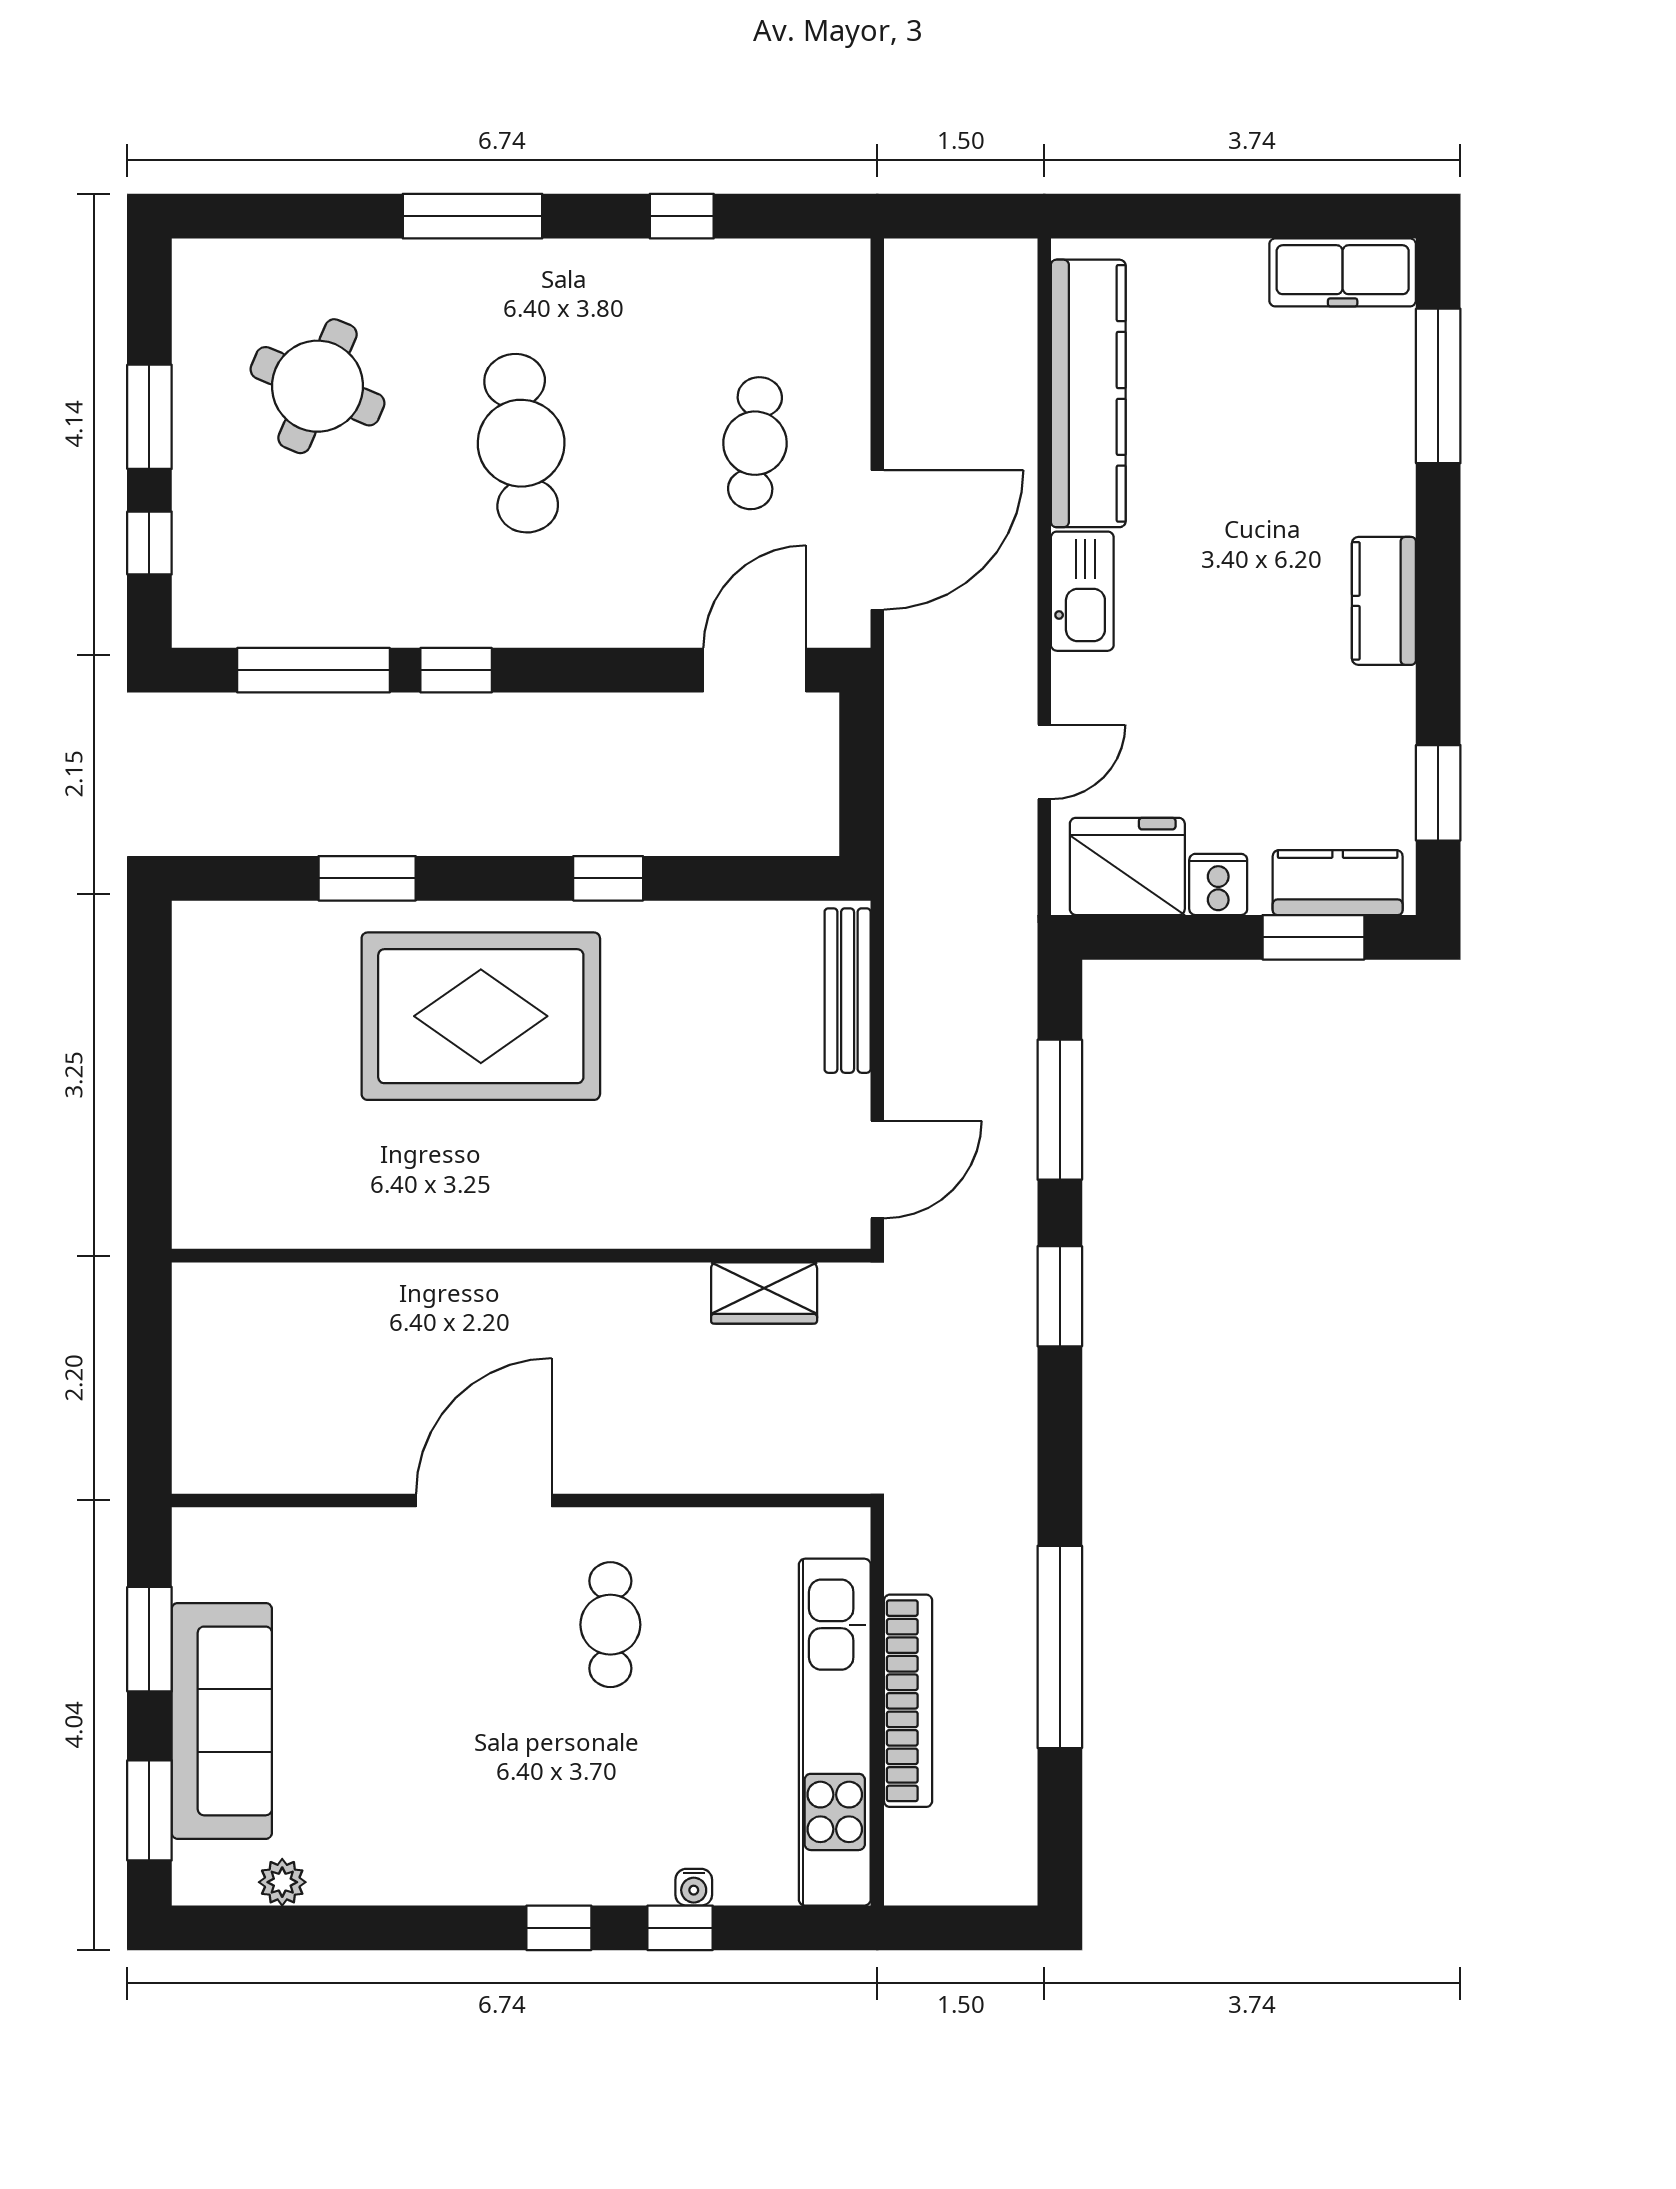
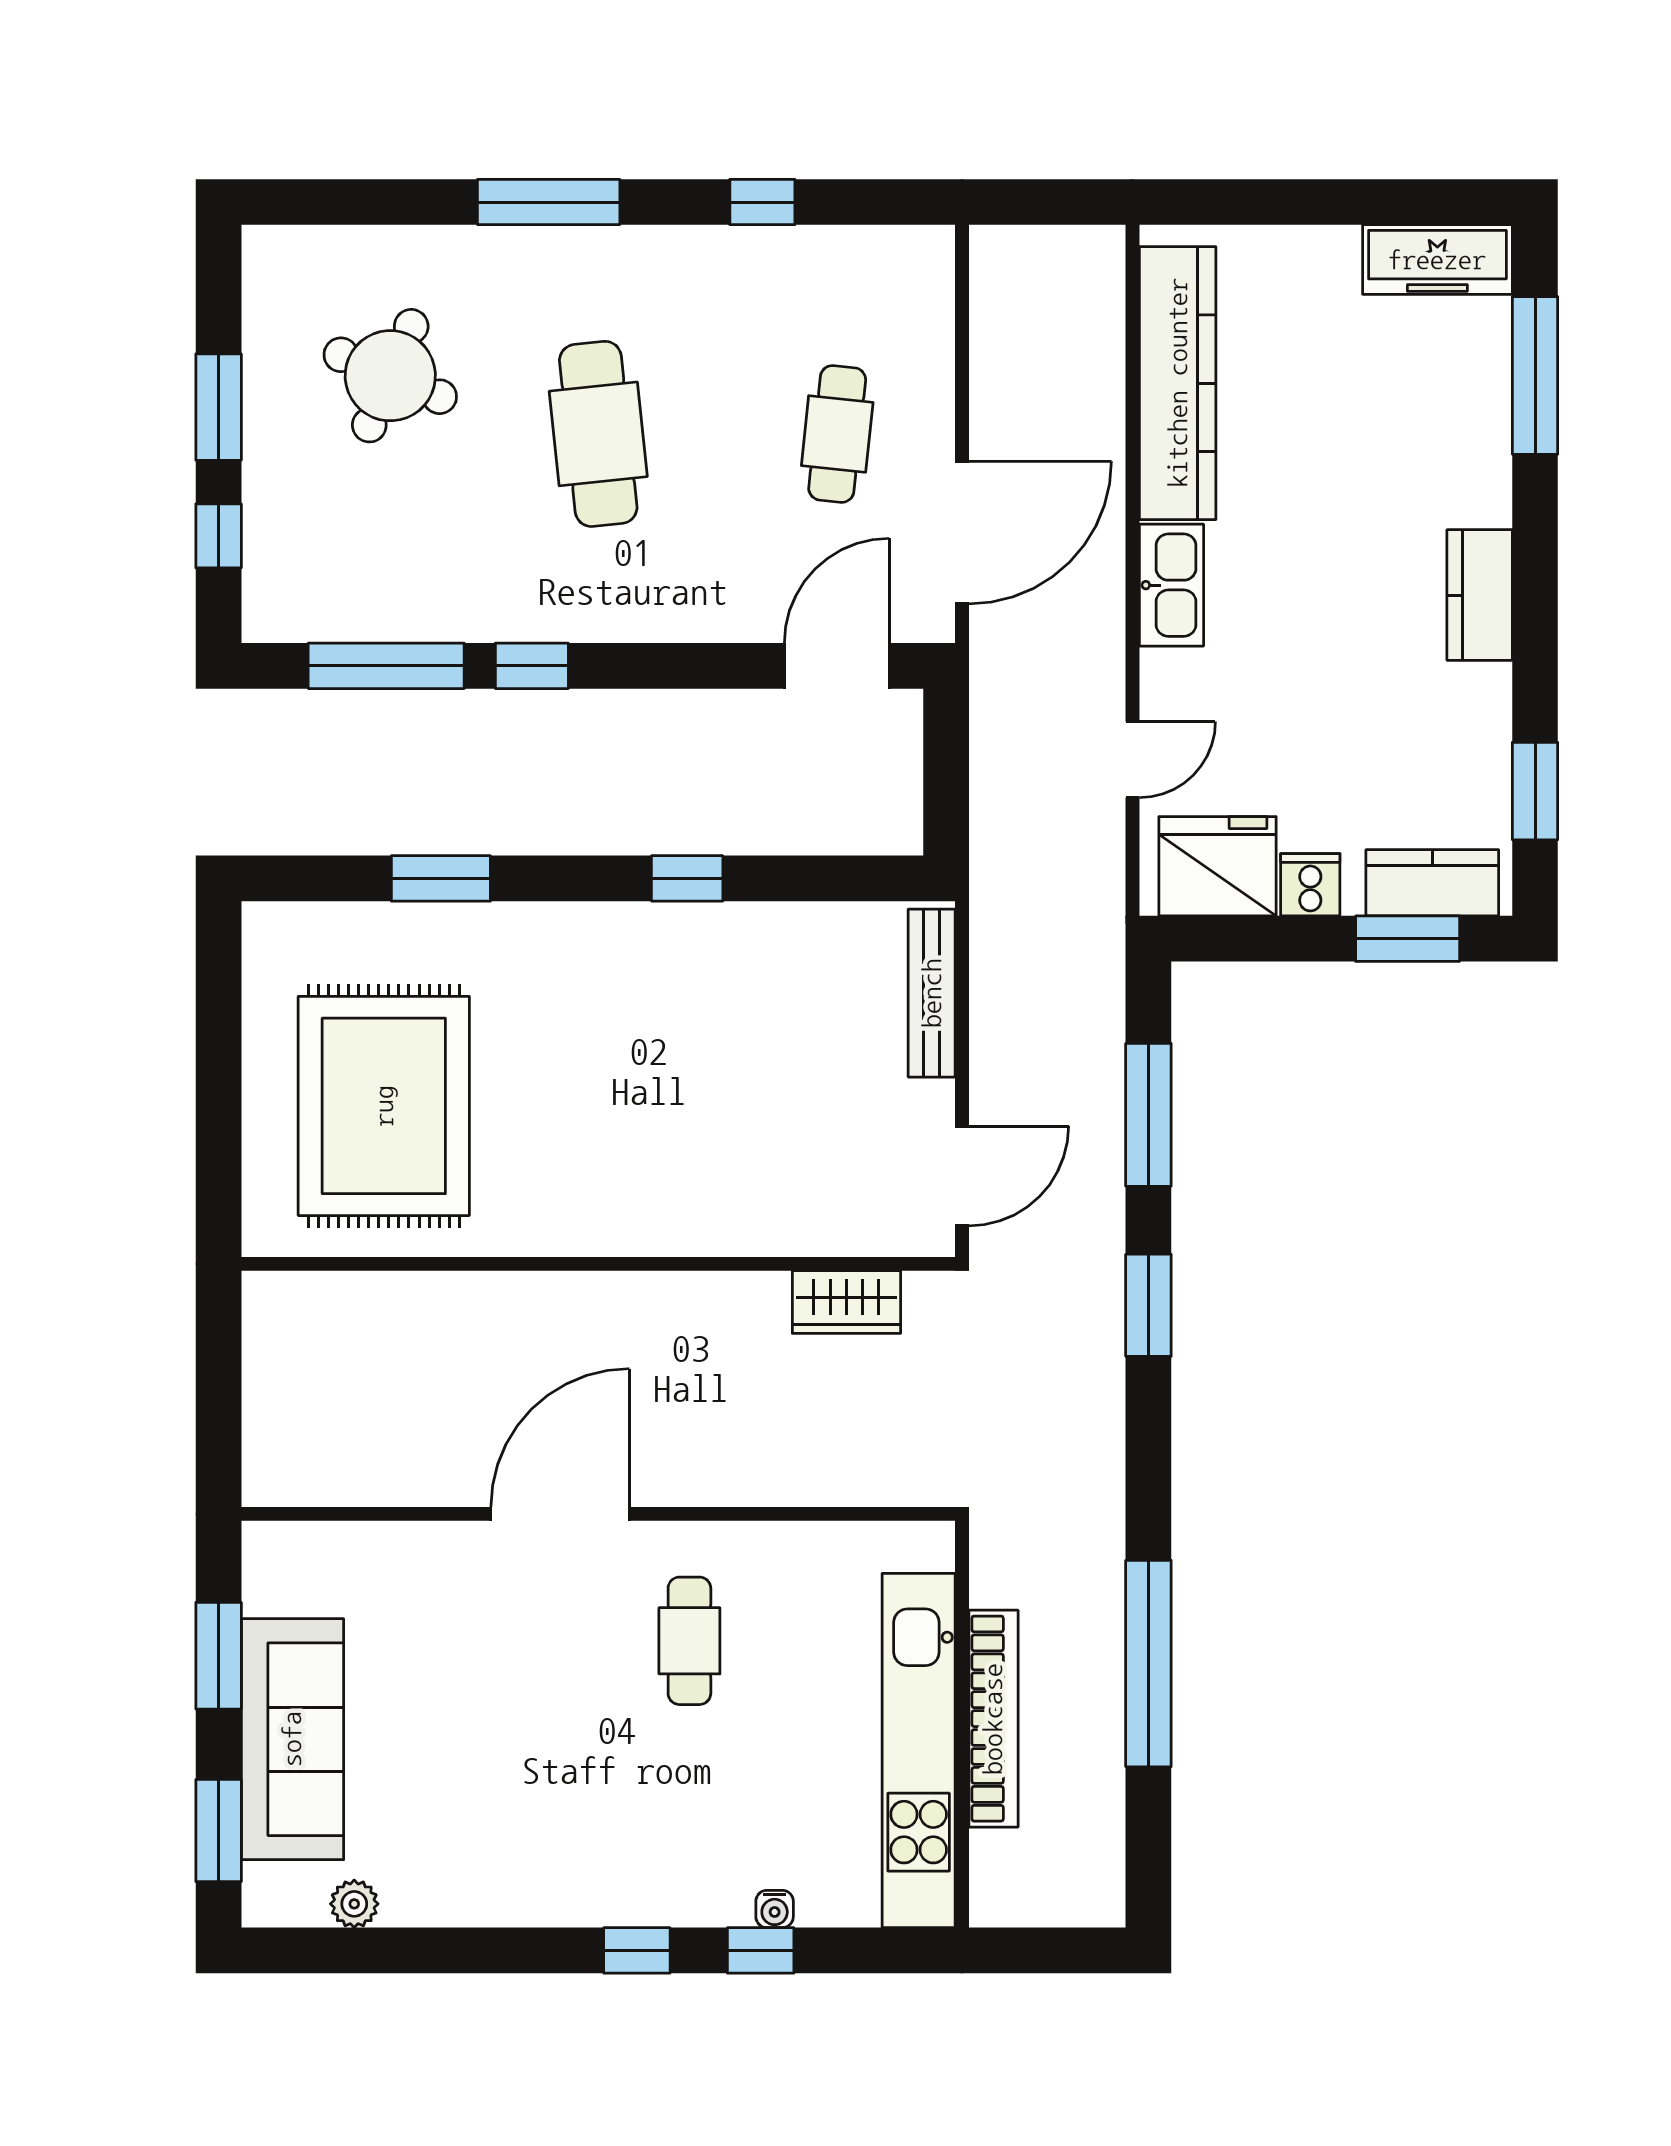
rug: (481, 1016) -> (384, 1106), moved, turned 90

